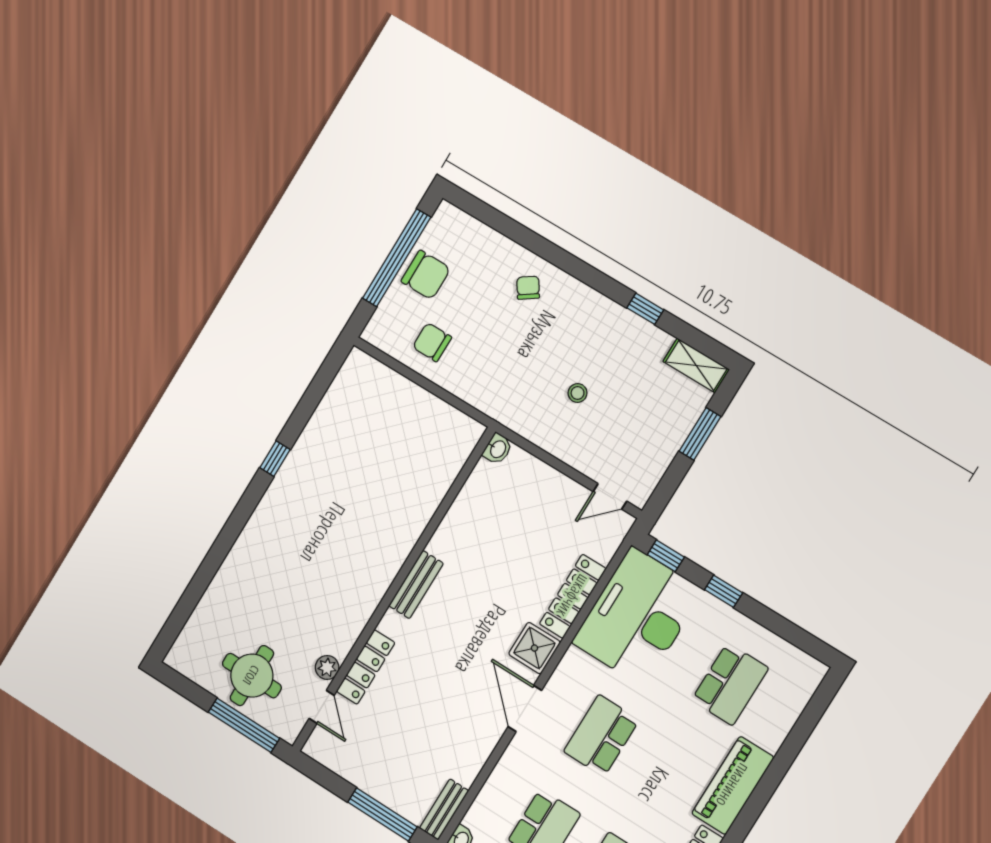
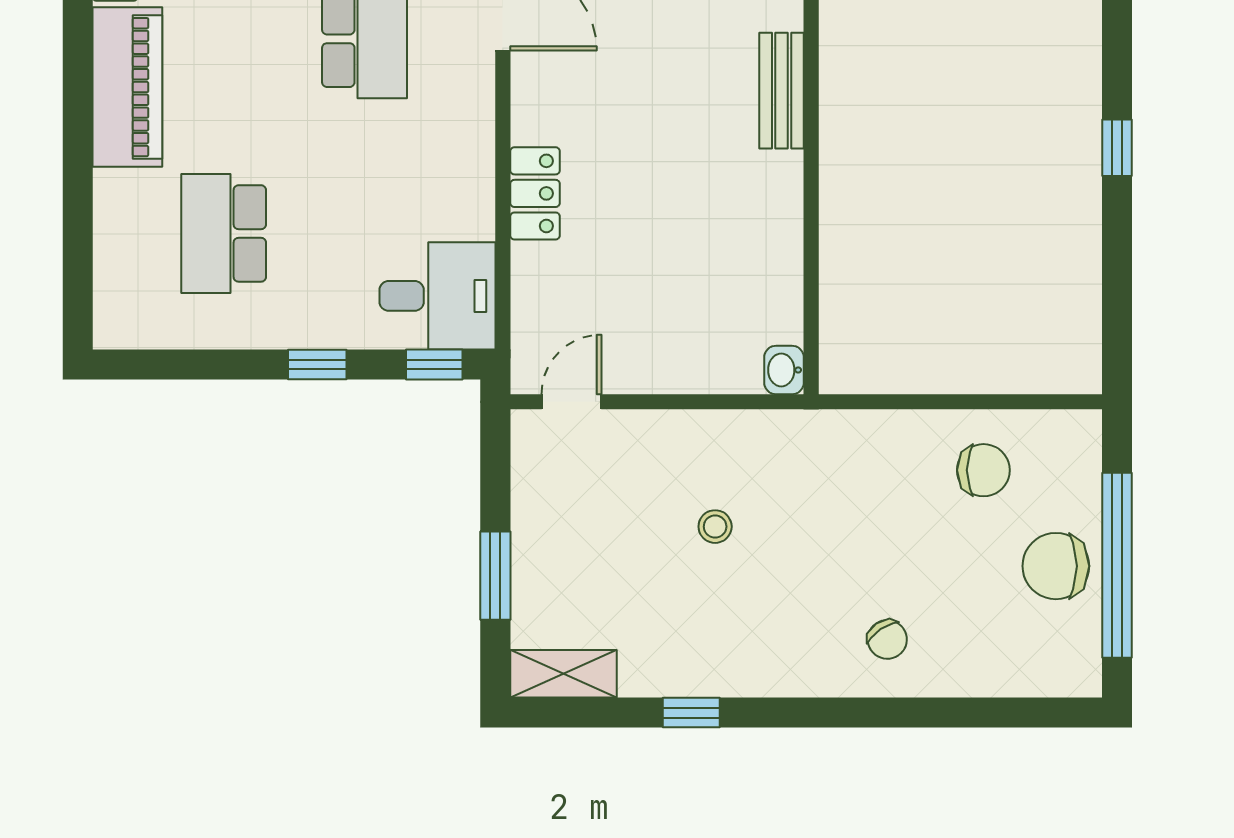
locker: (573, 596) -> (535, 193), width x0.66
desk: (638, 616) -> (438, 296), width x0.53, depth x0.77
shower: (534, 648) -> (544, 107), removed

